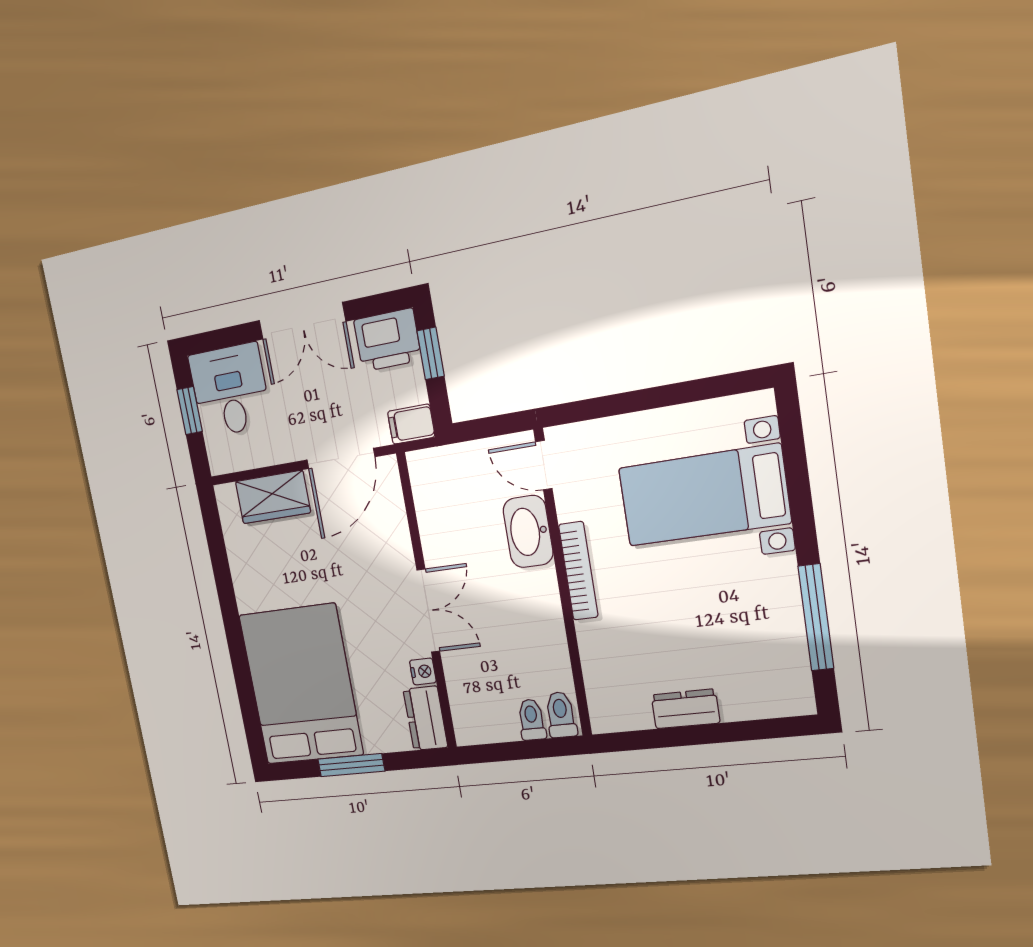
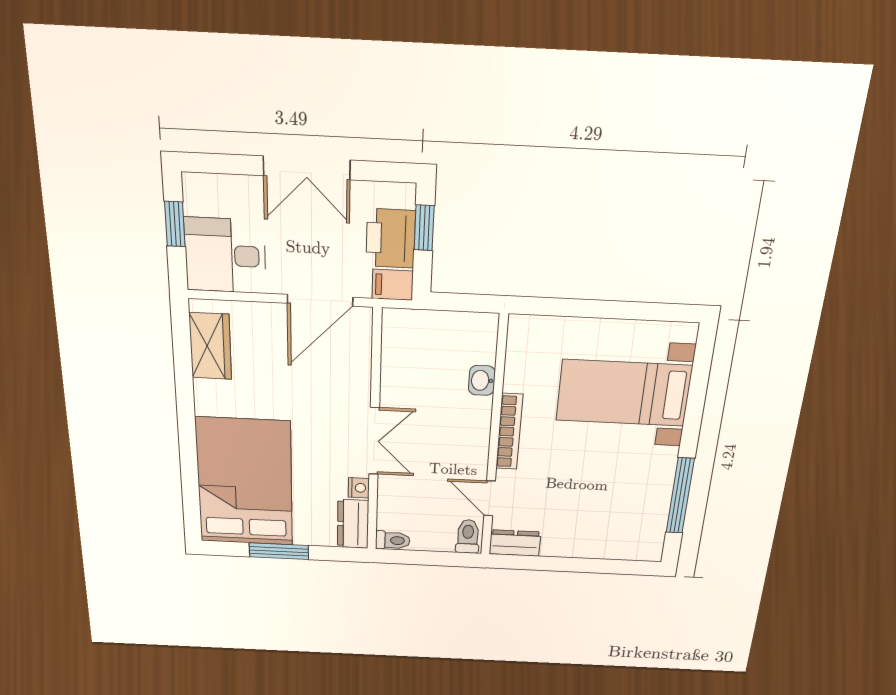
printer: (387, 340) -> (391, 238), moved, turned 90
desk: (230, 390) -> (225, 255), moved, turned -90
door: (544, 465) -> (490, 498), moved
wardrobe: (273, 497) -> (210, 346), moved, turned -90
washbasin: (528, 532) -> (482, 380), width x0.52, depth x0.69
dresser: (685, 709) -> (515, 543), moved
toilet: (532, 720) -> (393, 540), moved, turned 90

